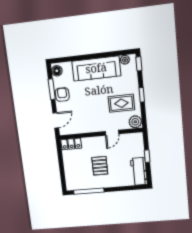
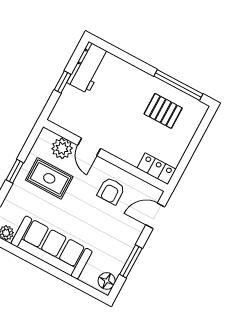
armchair: (62, 95) -> (111, 191), moved
plant: (135, 122) -> (62, 148), moved
door: (112, 133) -> (89, 147), swing flipped
pallet: (100, 166) -> (163, 111), moved, turned 90

